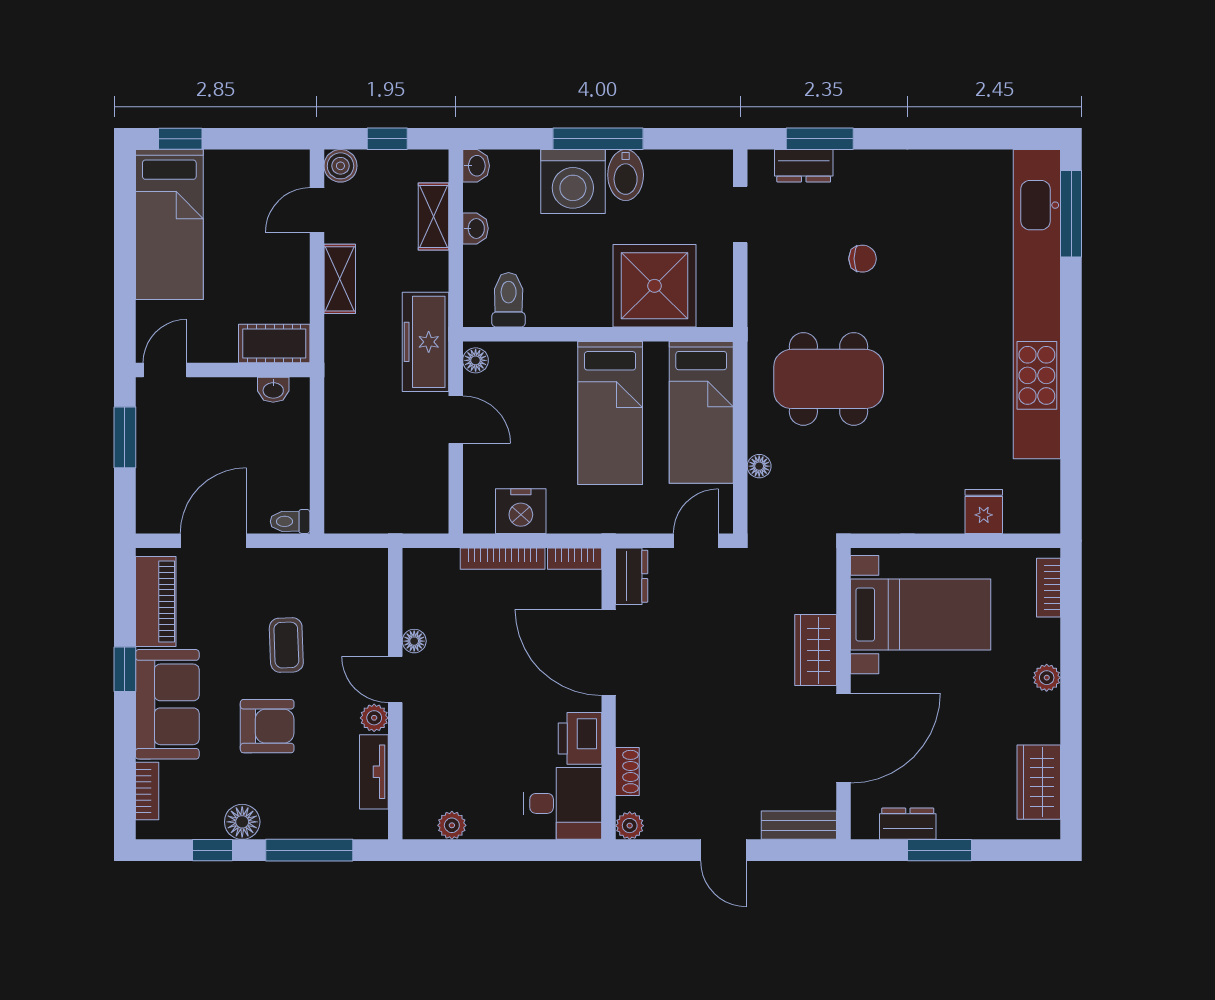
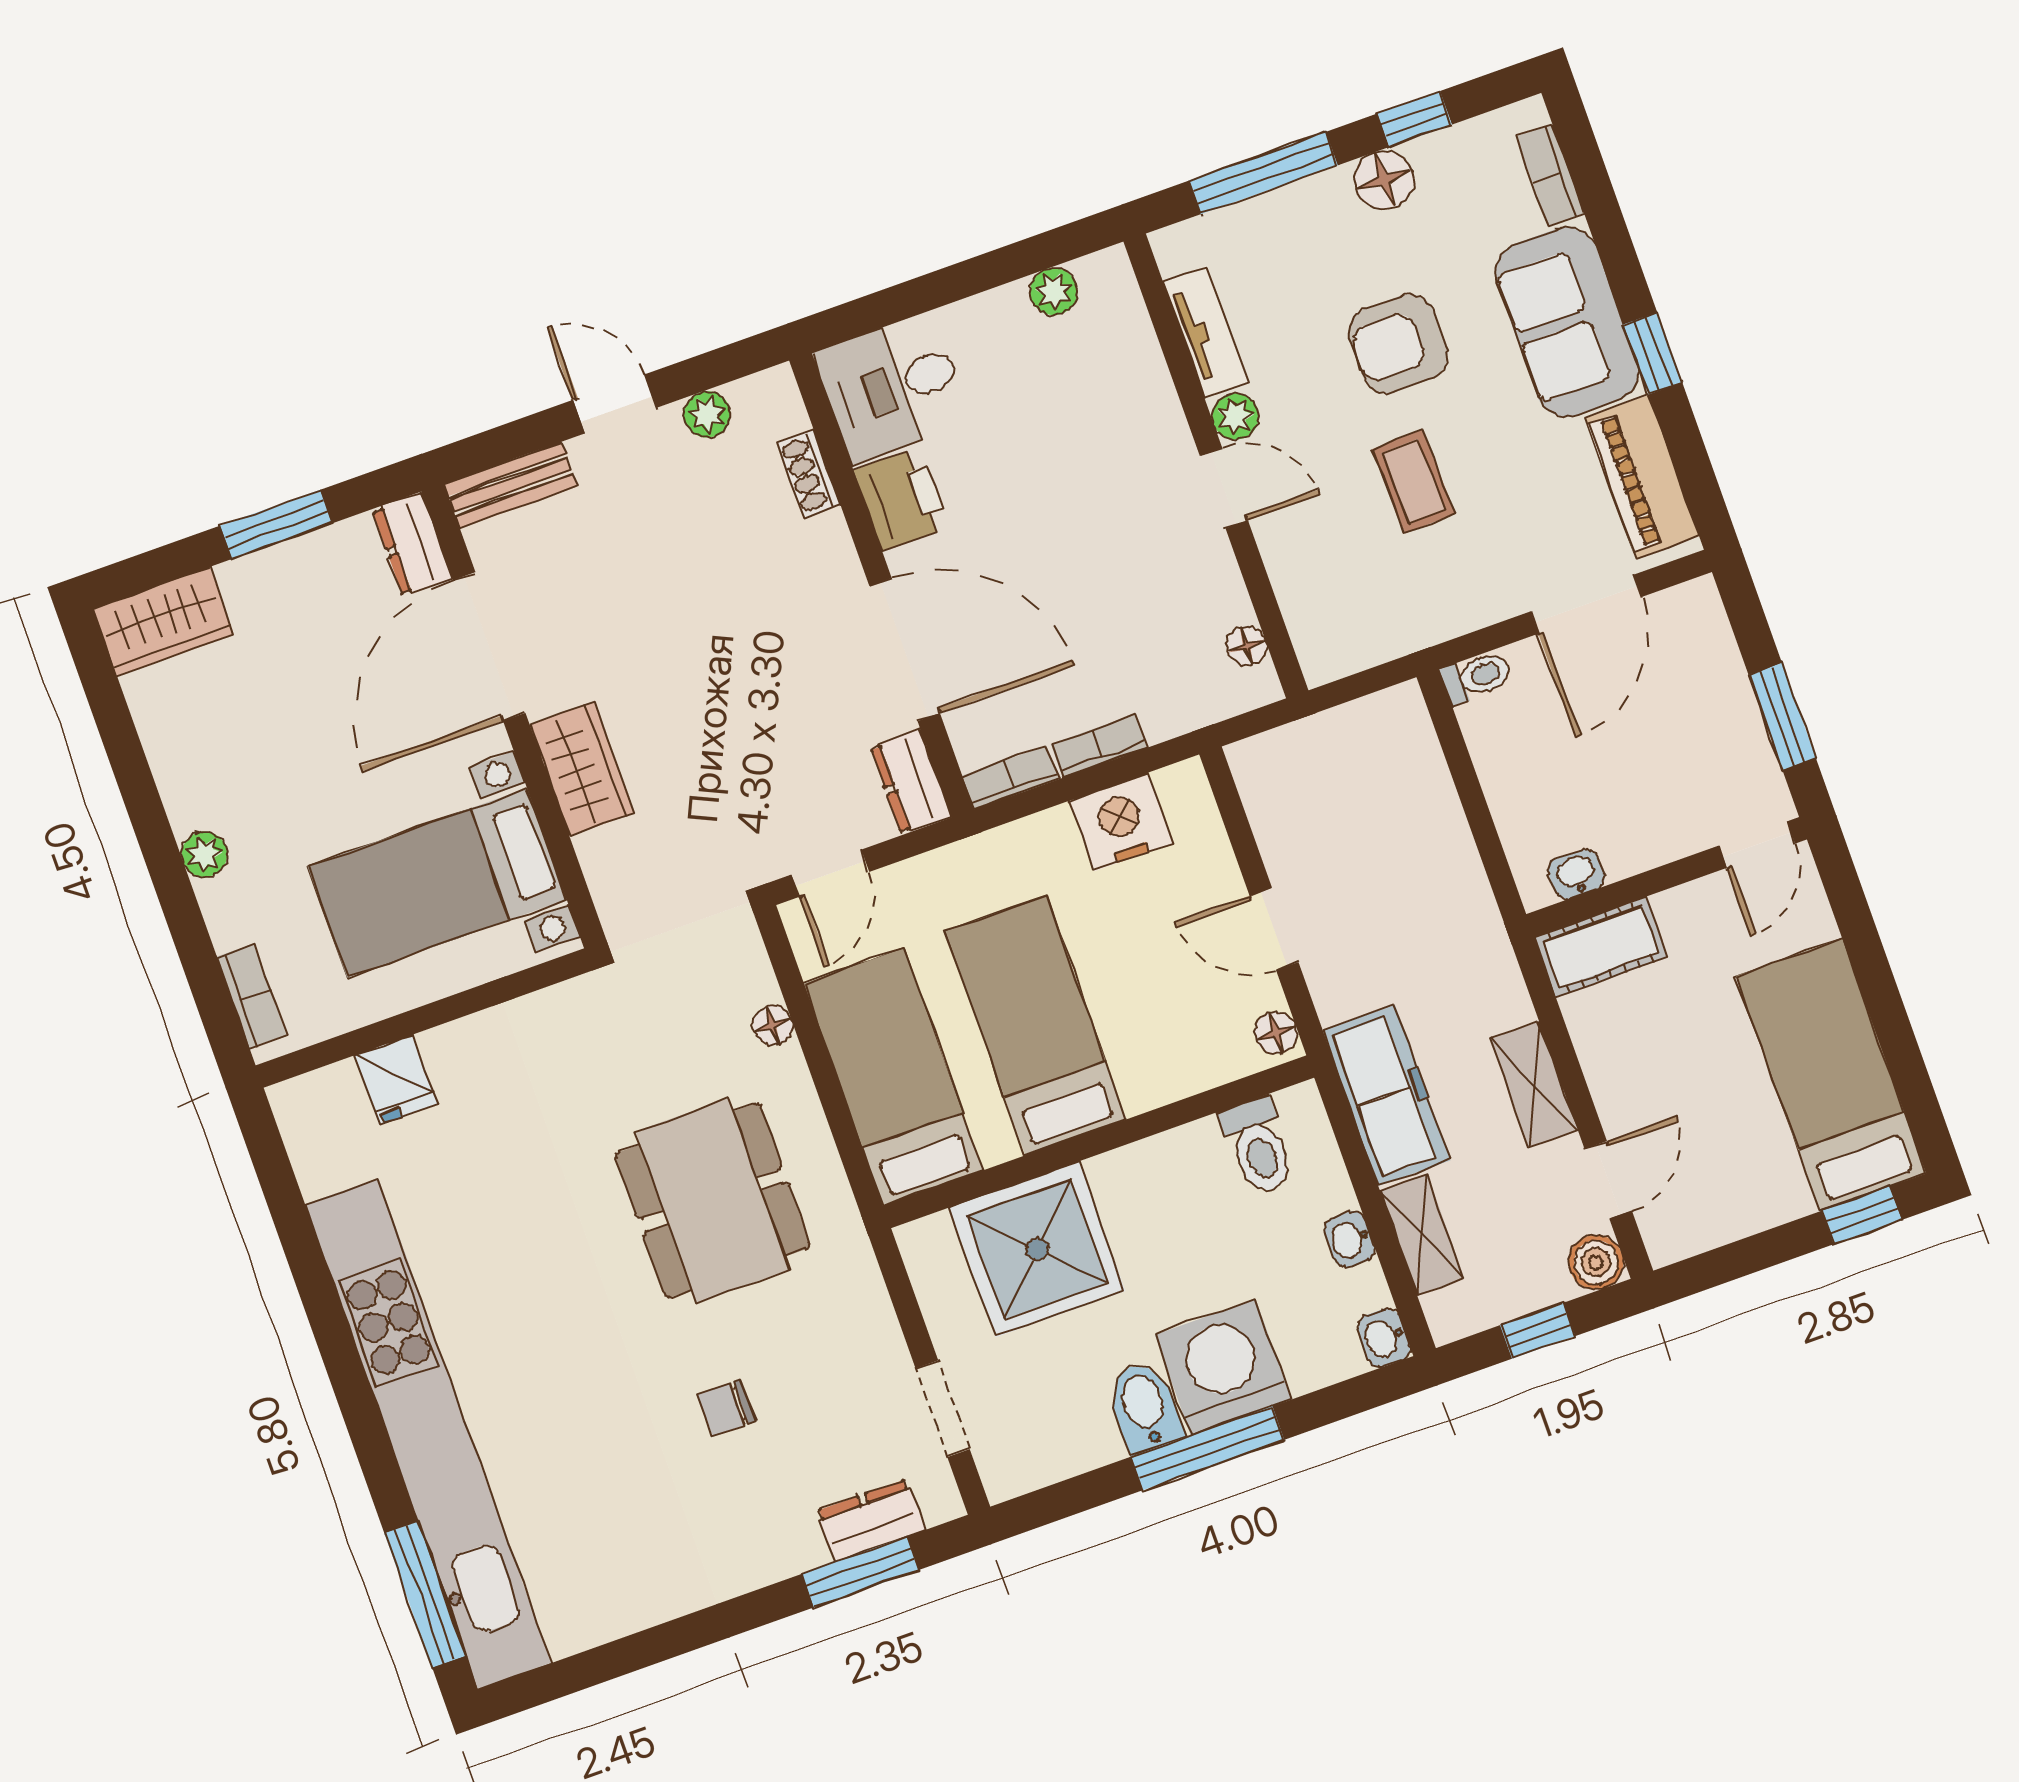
freezer: (426, 342) -> (1387, 1095), moved
dining table: (829, 379) -> (713, 1201), turned 90
bookcase: (503, 559) -> (1099, 746), width x0.64
floor lamp: (414, 641) -> (1247, 646), moved
wardrobe: (1039, 782) -> (163, 622), moved, turned 90
dresser: (908, 824) -> (412, 544), moved, turned 90
plant: (630, 826) -> (707, 414), moved

